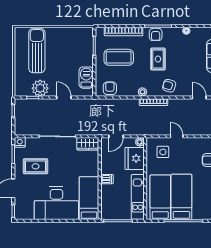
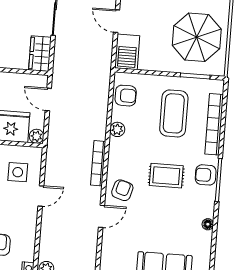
parasol: (70, 47) -> (197, 37), added
barbecue: (86, 78) -> (127, 52), moved, turned 90
plant: (142, 92) -> (117, 129), moved
door: (64, 97) -> (117, 21), swing flipped
door: (199, 97) -> (102, 216), moved

